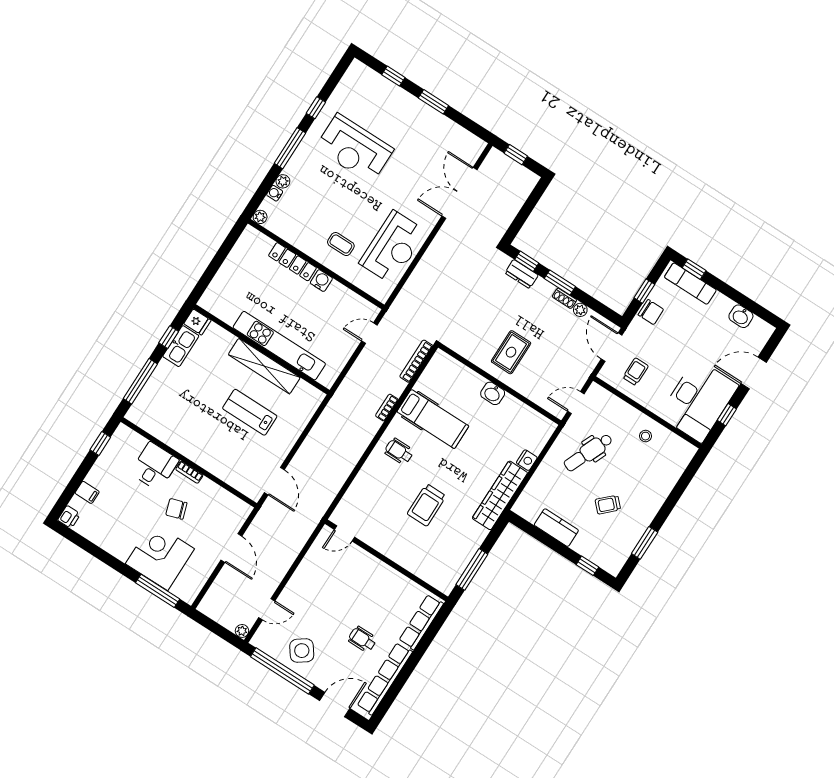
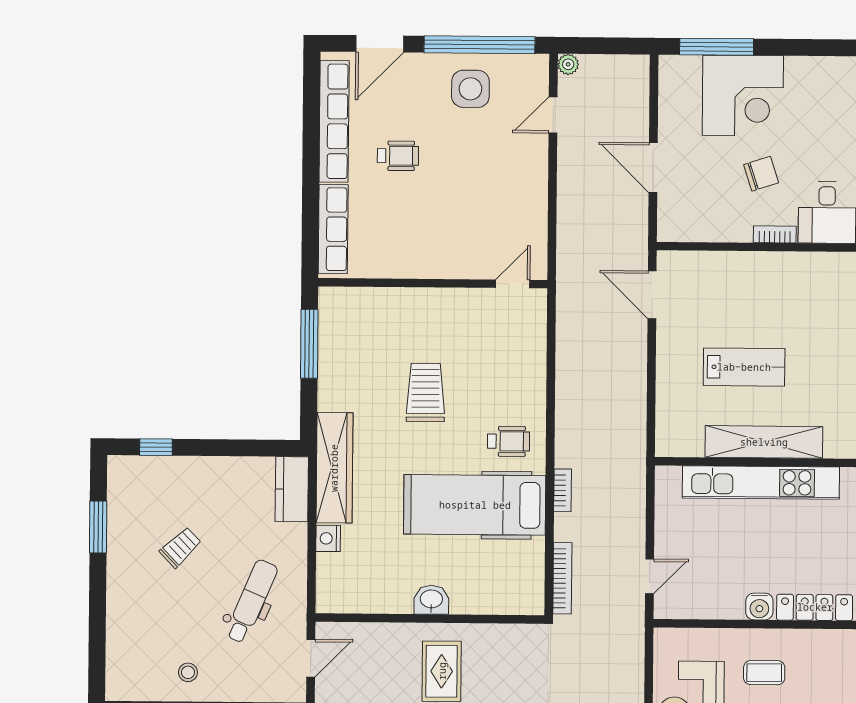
hospital bed: (433, 419) -> (475, 505), width x1.37, depth x1.29
kitchen counter: (556, 528) -> (292, 489), moved, turned 90
side table: (302, 651) -> (470, 89), turned 36

